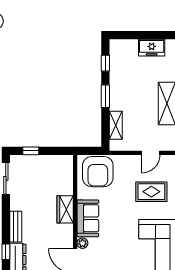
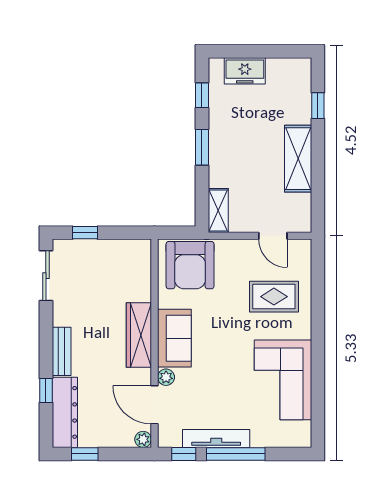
freezer: (152, 48) -> (245, 71), moved
shelving: (116, 125) -> (218, 210), moved
door: (151, 153) -> (273, 236), hinge flipped
wardrobe: (65, 209) -> (139, 335), width x1.50

